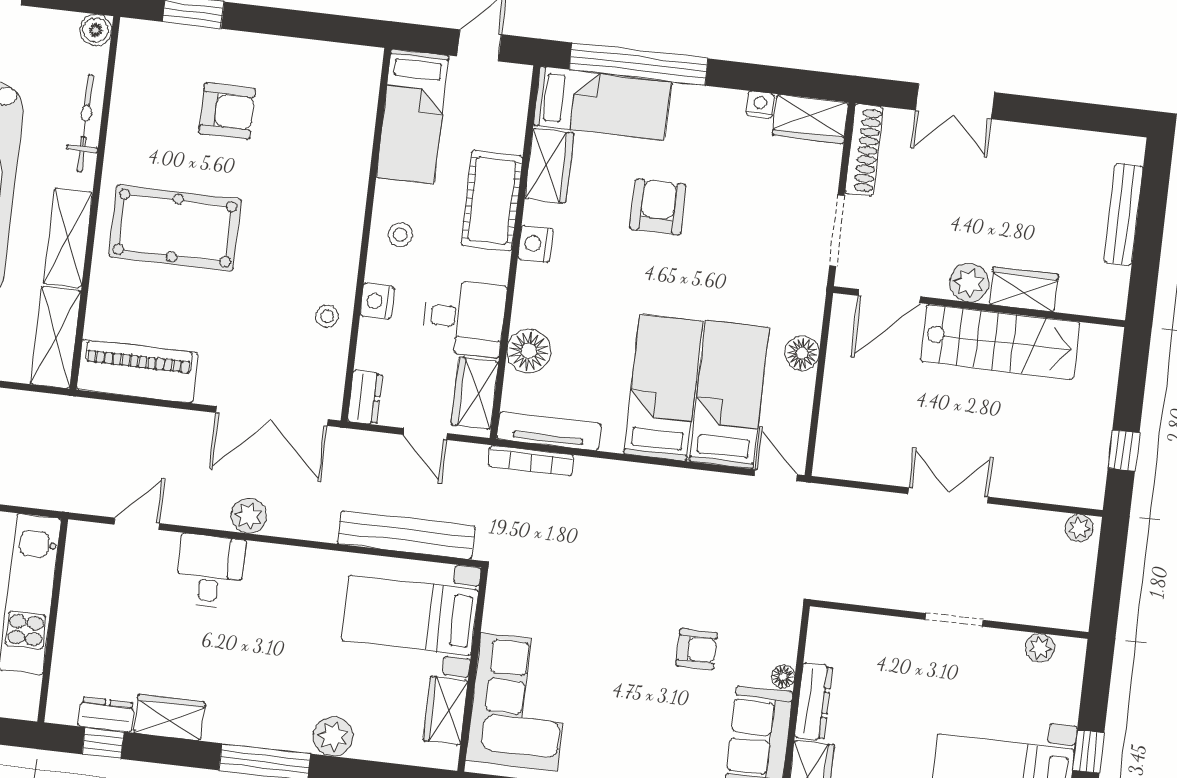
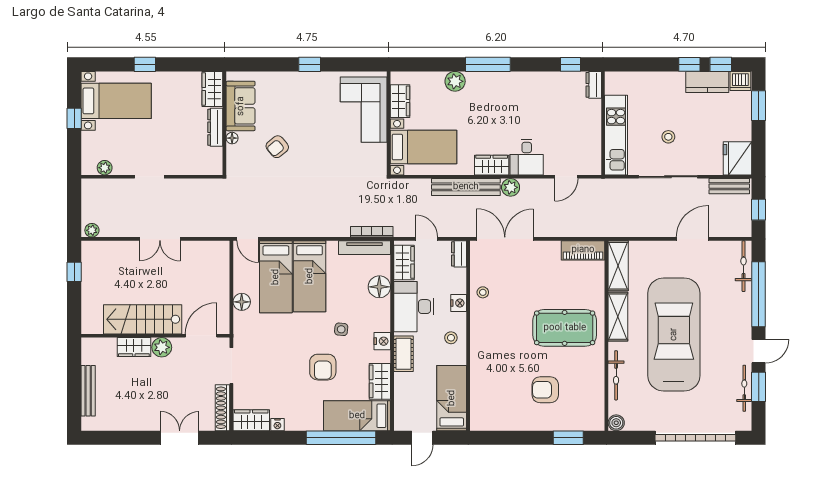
cot: (492, 201) -> (404, 354), width x0.73, depth x0.75
side table: (613, 277) -> (341, 329), added
desk: (464, 318) -> (414, 307), width x1.37
piano: (137, 371) -> (583, 250), width x0.73, depth x0.75
bench: (406, 535) -> (466, 187), moved
armchair: (697, 649) -> (277, 147), turned -40
dresser: (106, 715) -> (594, 85), moved, turned 90
wardrobe: (169, 717) -> (492, 165), moved, turned 180

